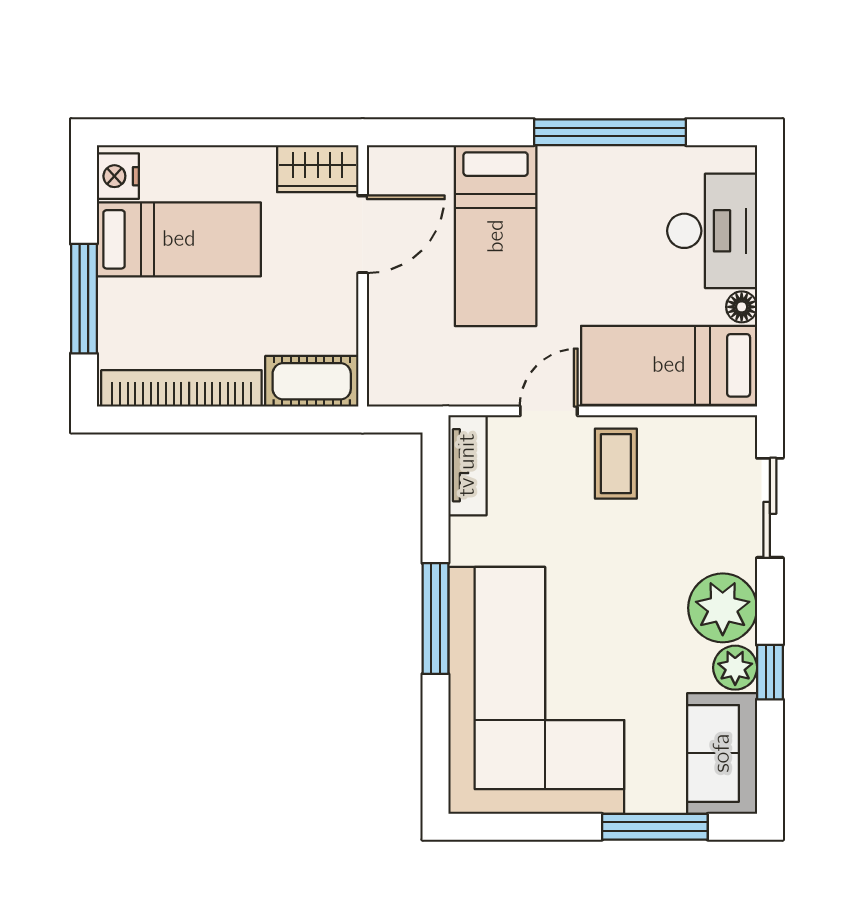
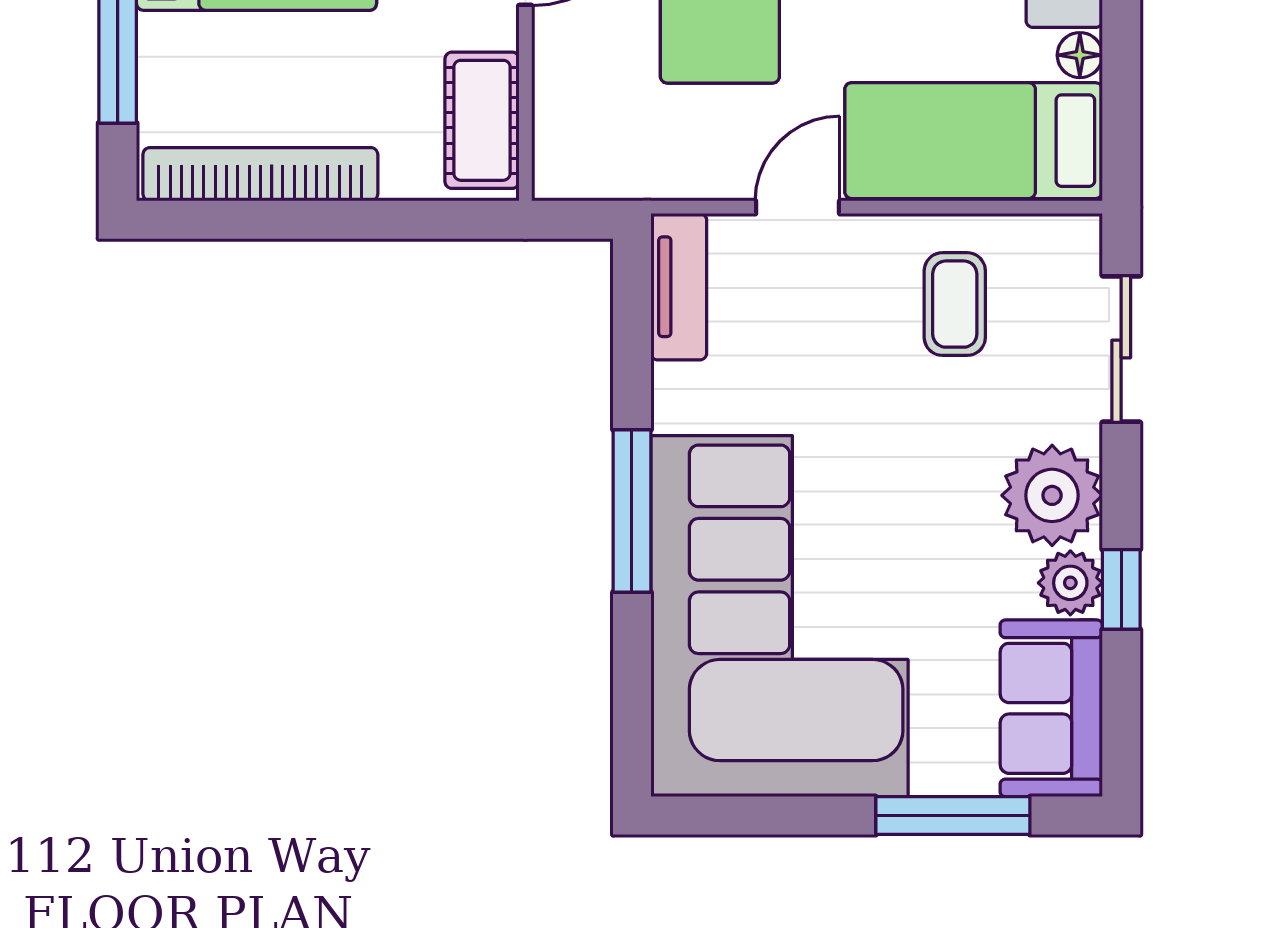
cot: (312, 381) -> (482, 120), moved, turned 90
coffee table: (616, 464) -> (955, 304), moved

